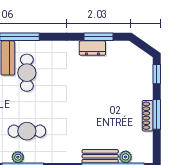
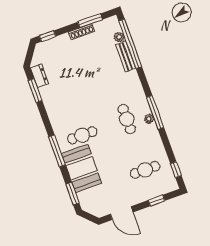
dresser: (92, 48) -> (39, 76), moved
window: (157, 114) -> (90, 21), moved

